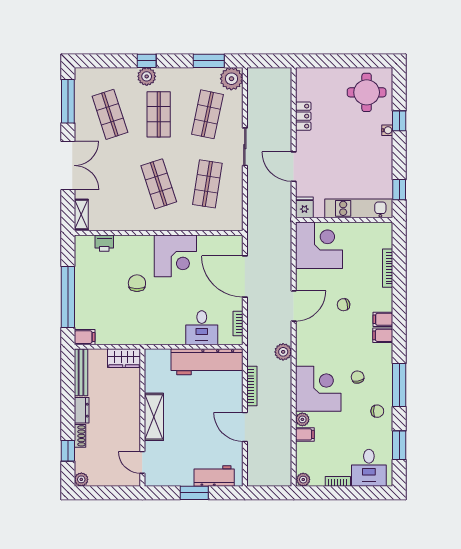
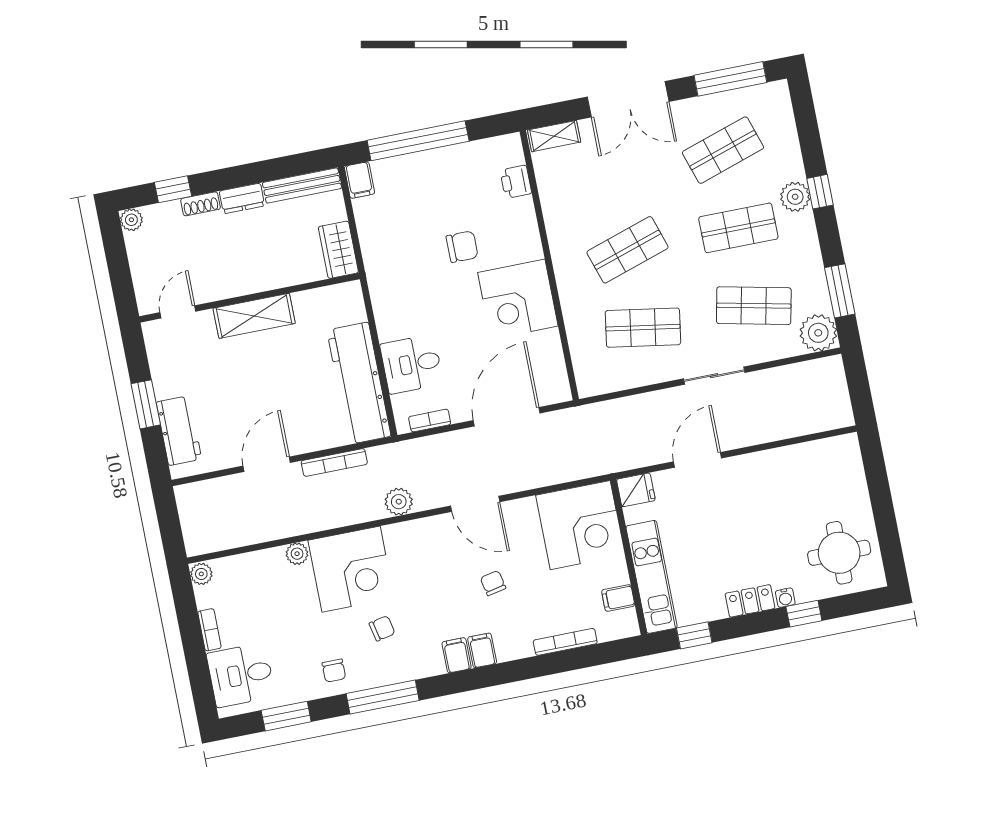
locker: (303, 116) -> (750, 601), moved, turned 180
filing cabinet: (305, 434) -> (618, 598), moved, turned 90

